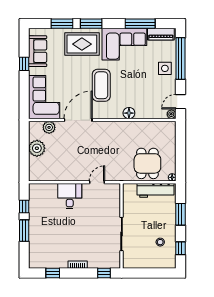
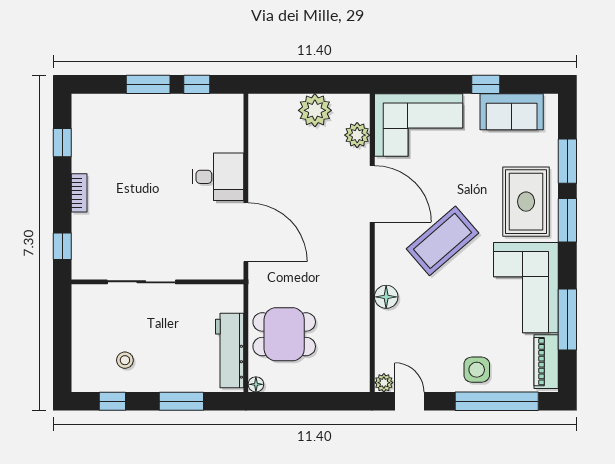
coffee table: (101, 85) -> (443, 241), turned -41
door: (97, 182) -> (246, 232), width x1.87

